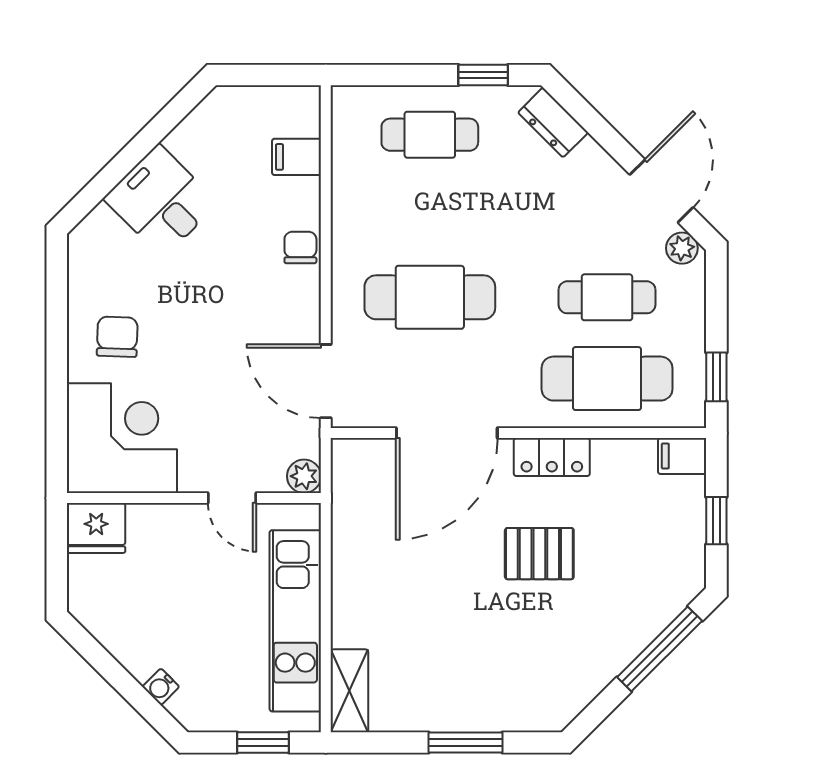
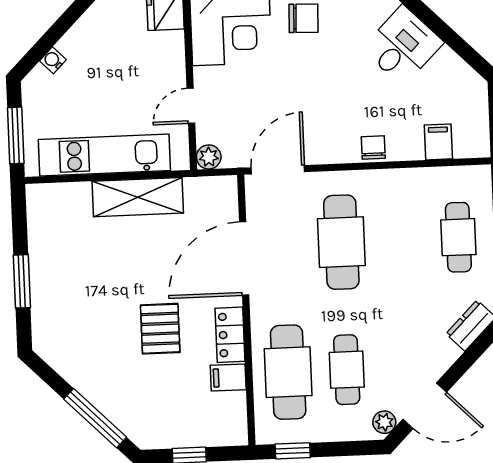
chair: (300, 247) -> (373, 147), turned -90
door: (447, 433) -> (244, 258), hinge flipped
filing cabinet: (682, 456) -> (228, 377), moved, turned -90
shelving: (349, 691) -> (138, 197), moved, width x1.50, depth x1.33
window: (263, 743) -> (16, 135), width x1.50

